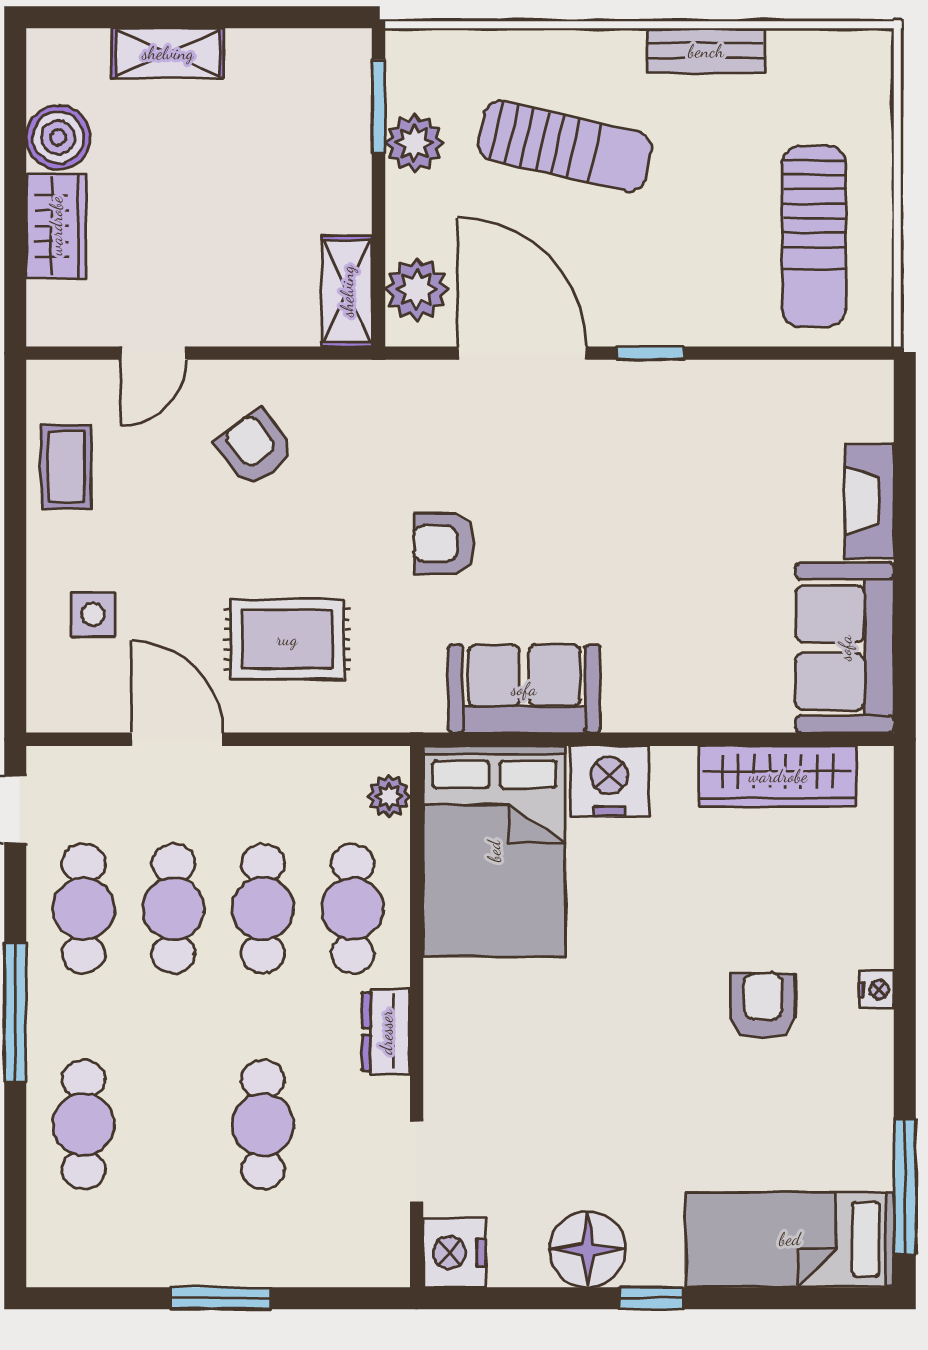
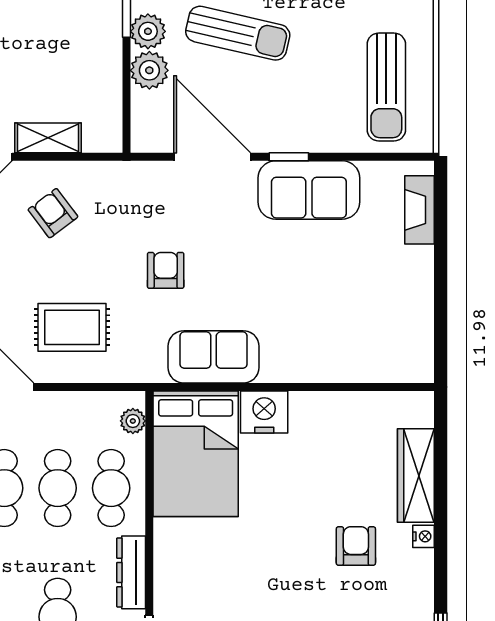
plant: (417, 289) -> (149, 70), moved
shelving: (347, 291) -> (48, 138), moved, turned 90
fireplace: (869, 501) -> (419, 210), moved
armchair: (444, 544) -> (166, 270), turned 90
sofa: (845, 648) -> (309, 190), moved, turned -90
wardrobe: (778, 776) -> (416, 476), moved, turned 90
dresser: (386, 1032) -> (131, 572), width x1.44

